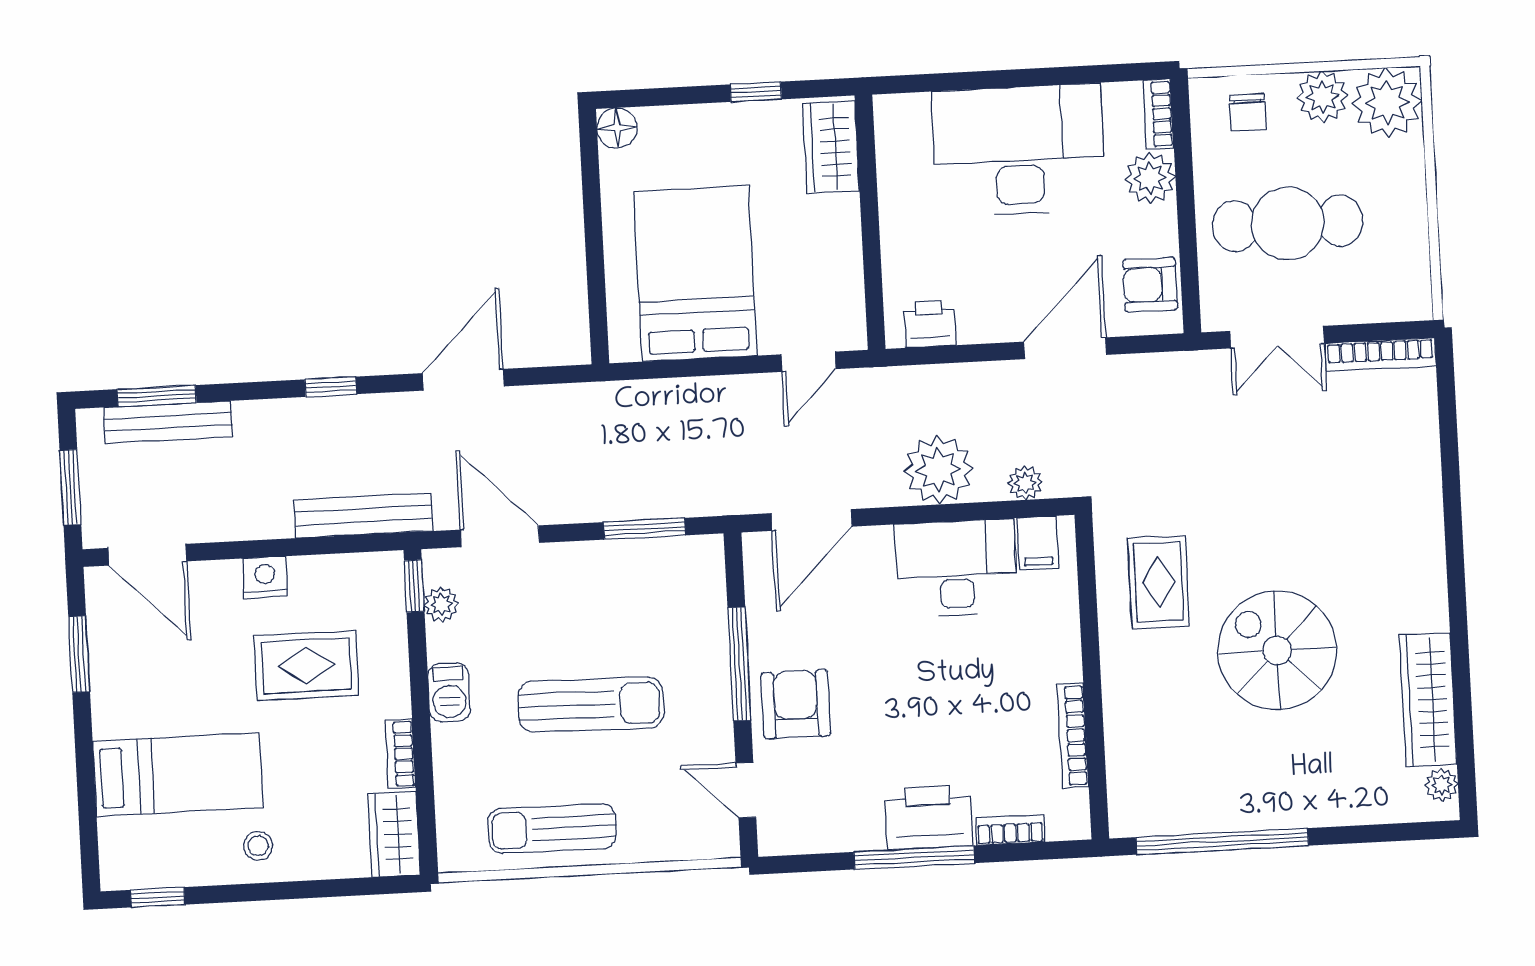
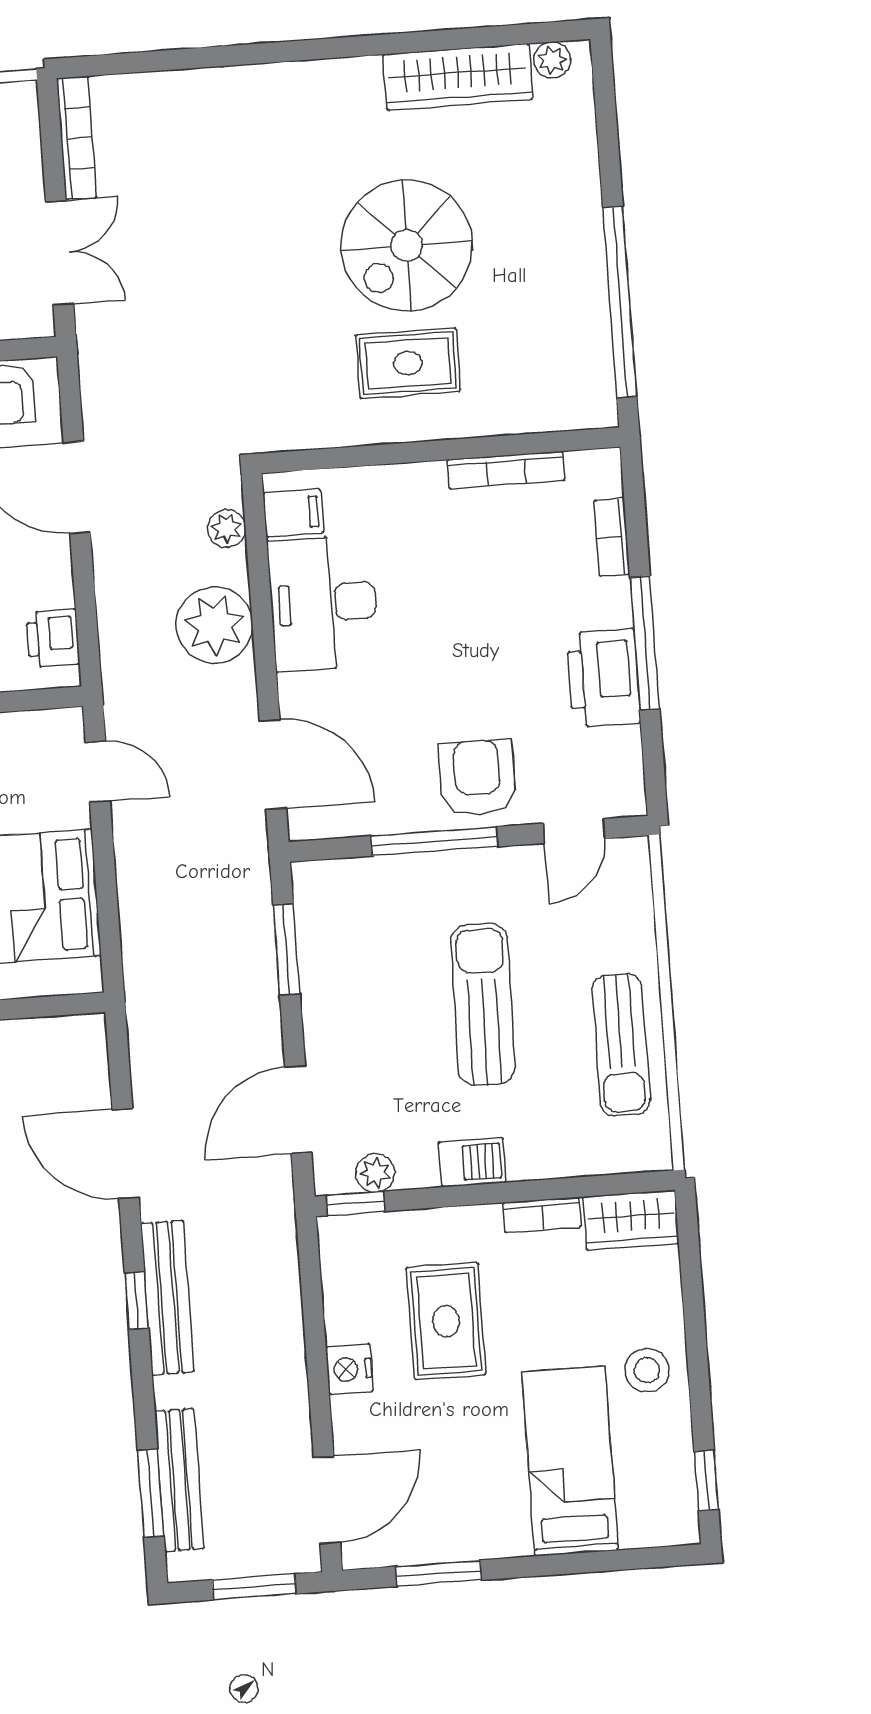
bench: (363, 515) -> (167, 1298), moved
rug: (1159, 582) -> (408, 363), moved
armchair: (796, 704) -> (477, 778), turned 90
printer: (929, 817) -> (604, 678), moved
stool: (258, 846) -> (647, 1370), width x1.37, depth x1.37

